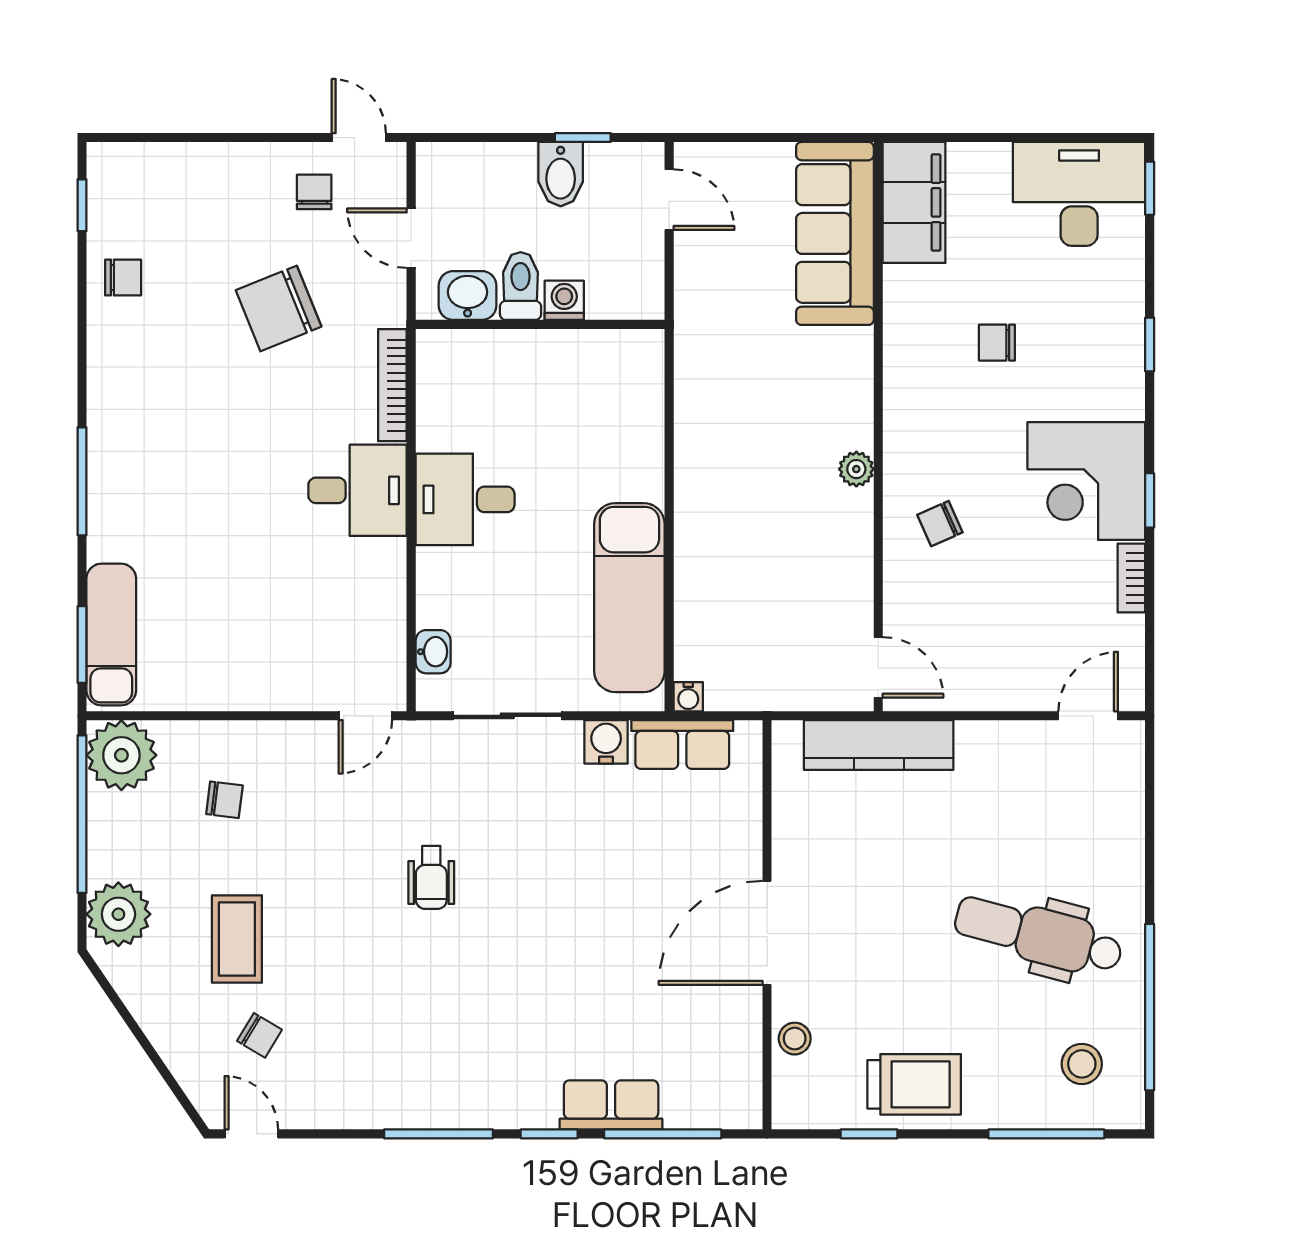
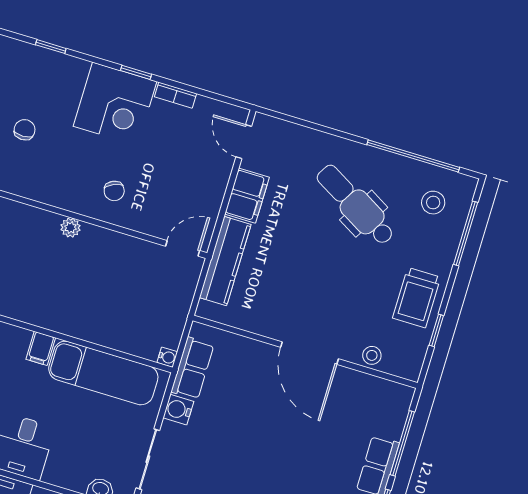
chair: (997, 343) -> (25, 130), turned 180
filing cabinet: (639, 480) -> (41, 348), added
filing cabinet: (999, 748) -> (247, 196), added
dental chair: (1039, 935) -> (356, 205), turned 105
trolley: (914, 1084) -> (417, 298), turned 180

